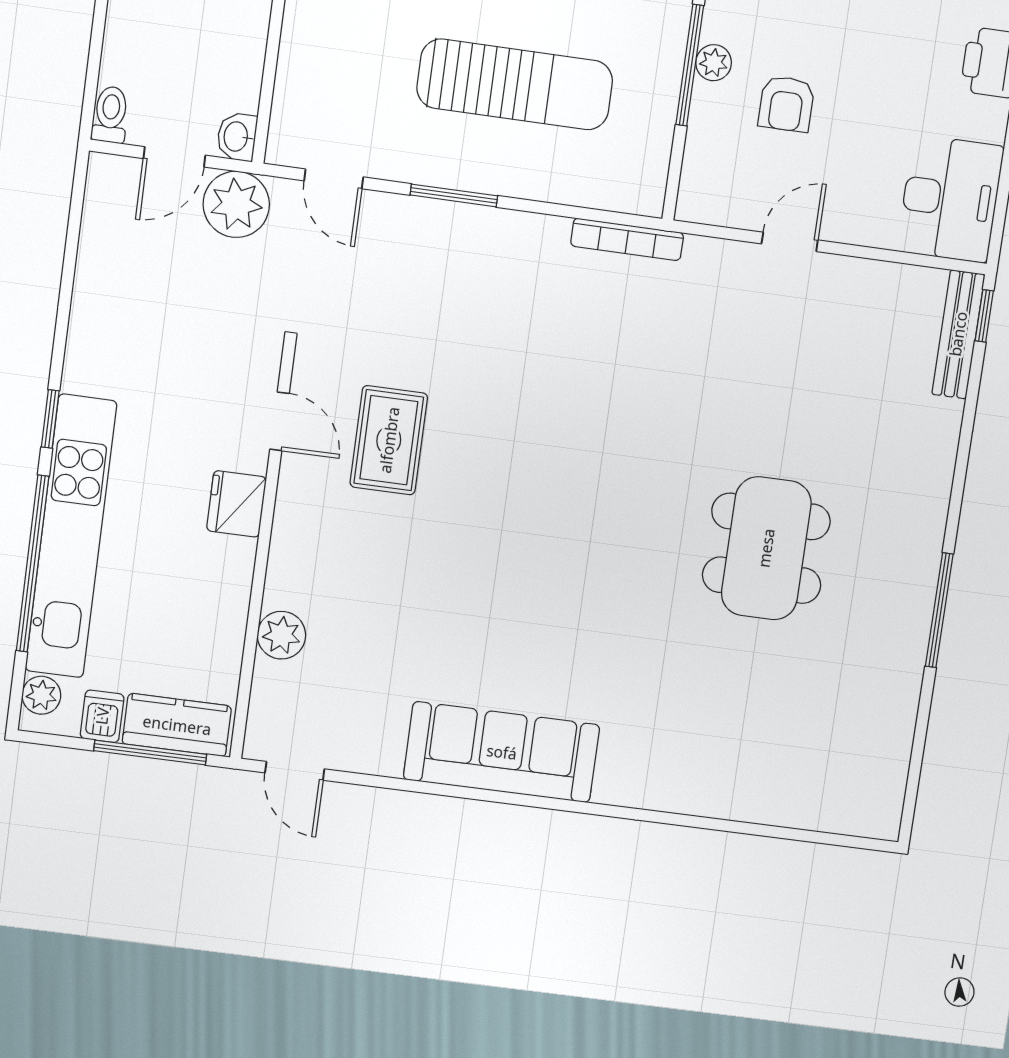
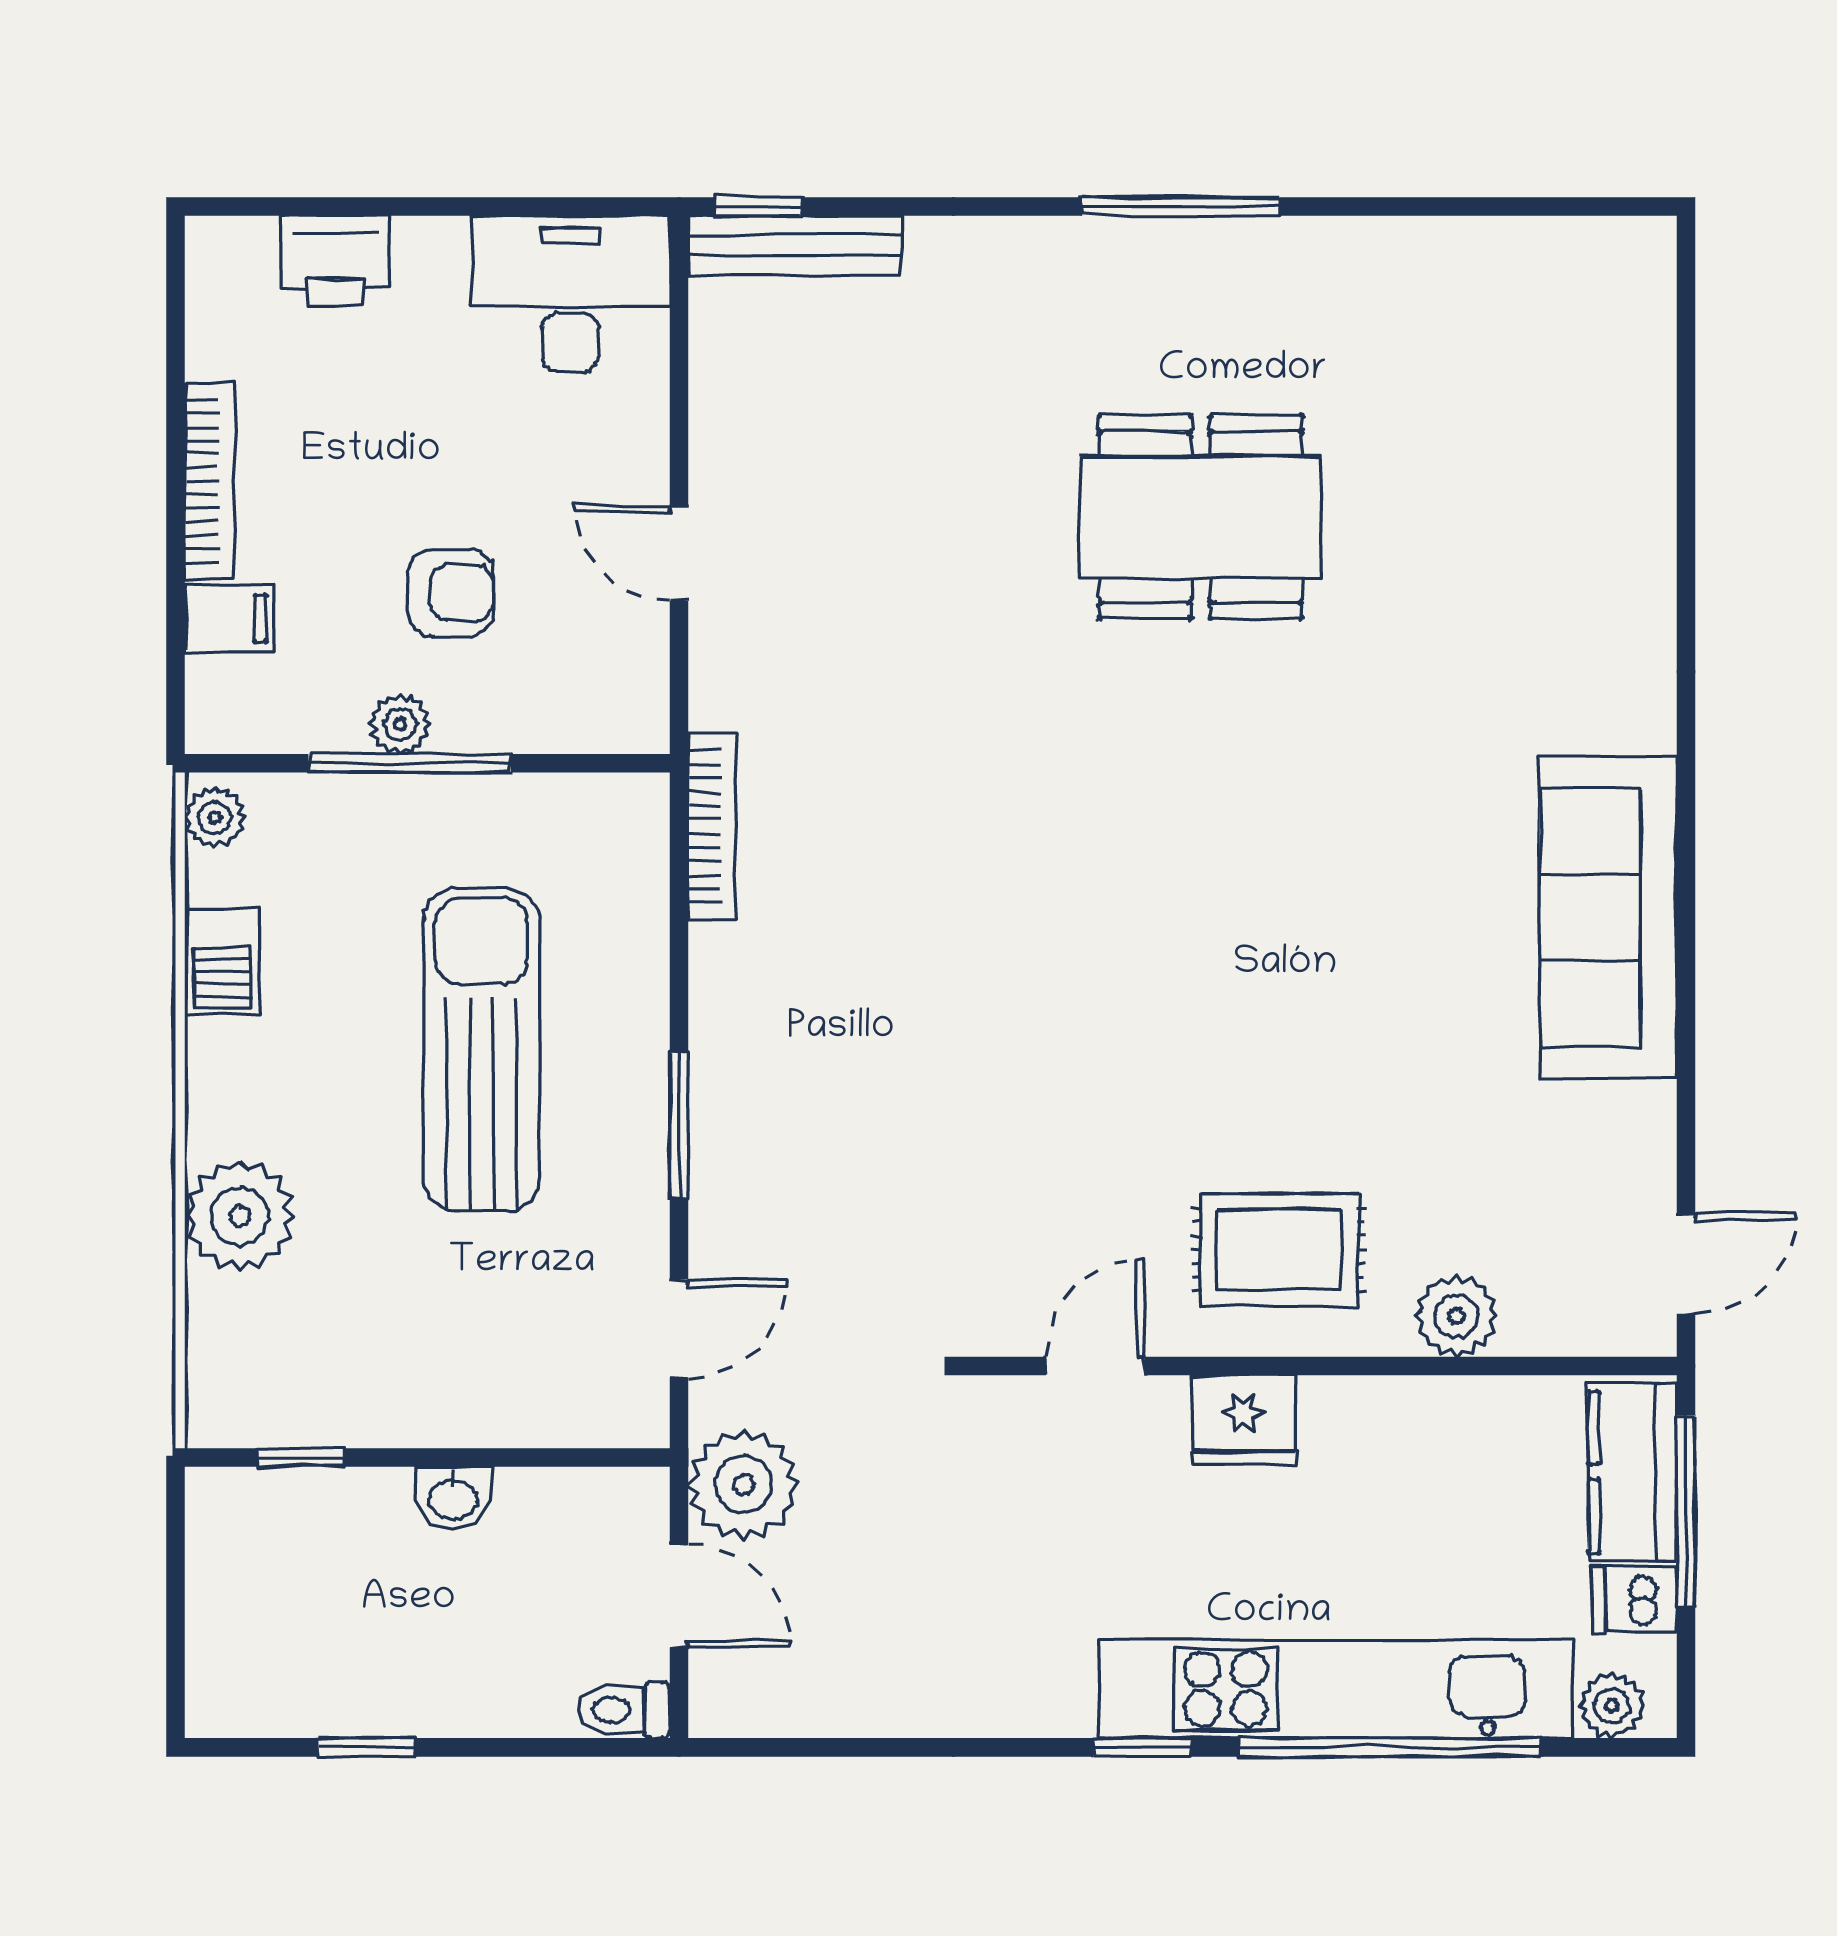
washbasin: (237, 137) -> (453, 1498), moved
rug: (389, 440) -> (1279, 1250), moved
window: (939, 610) -> (1181, 206), moved

